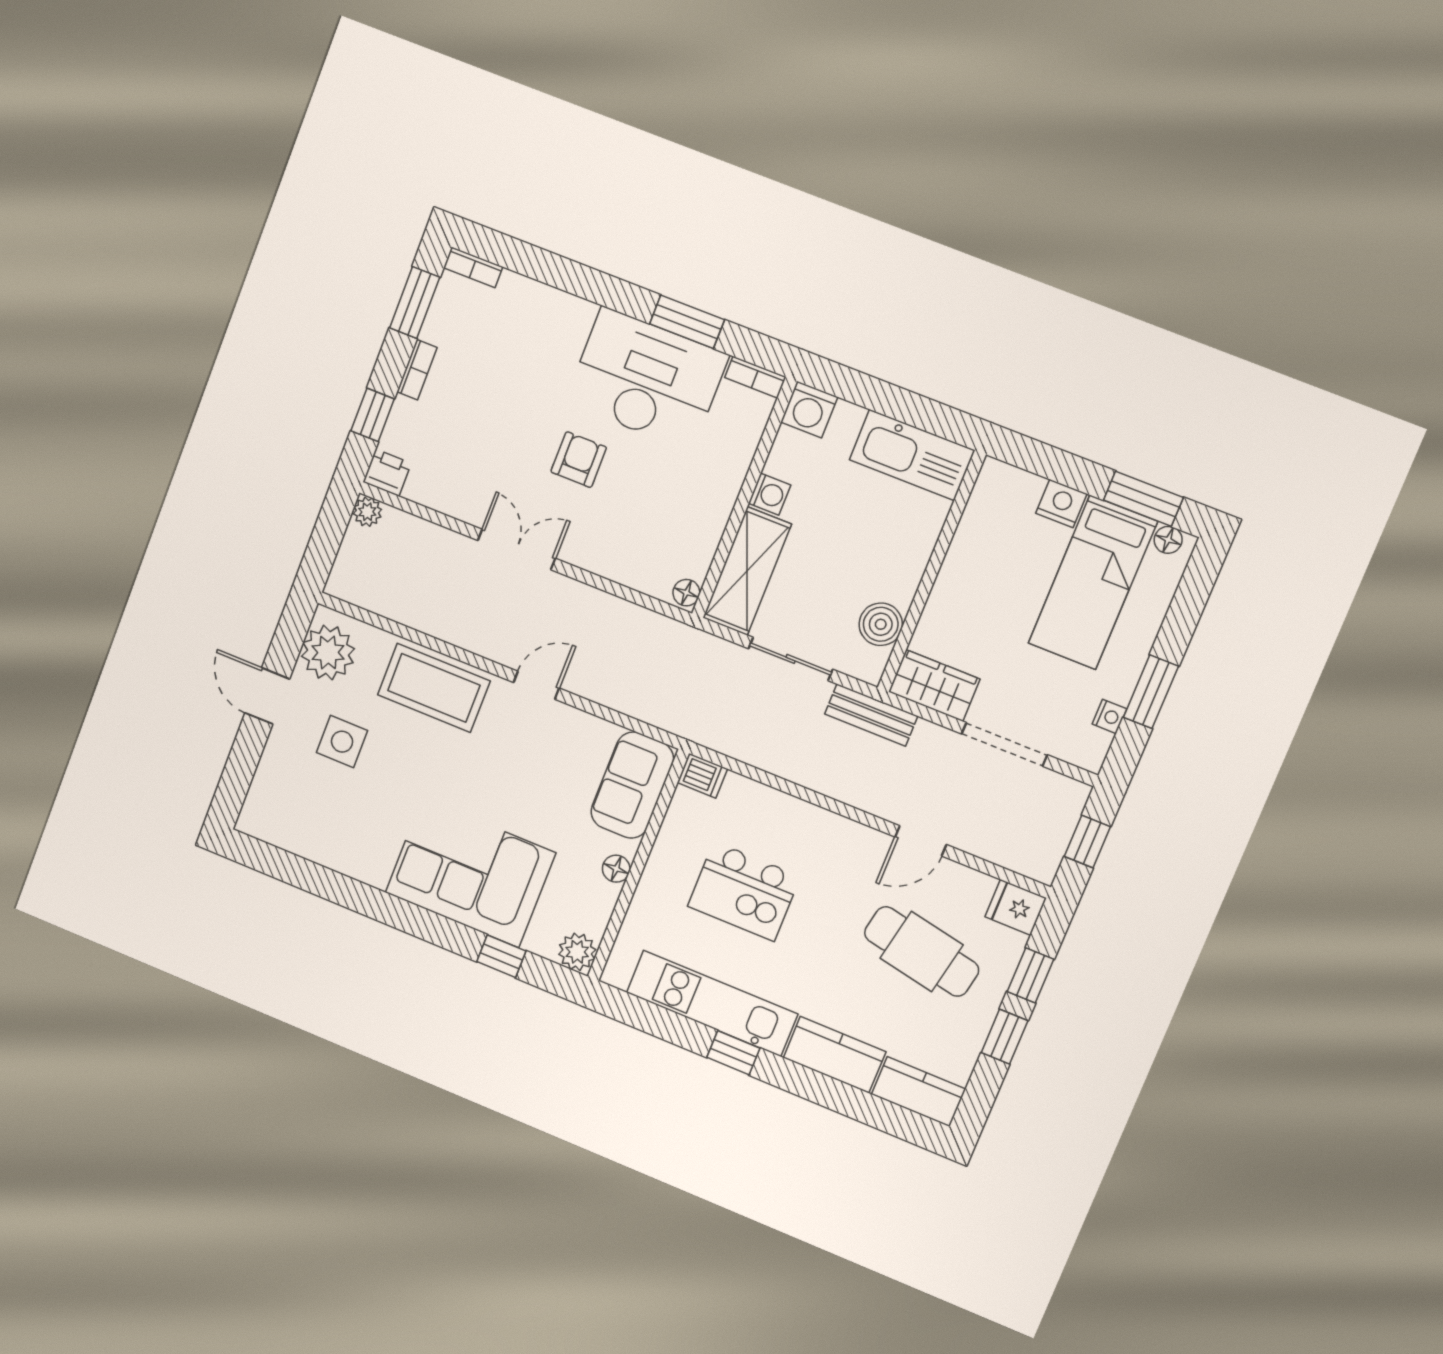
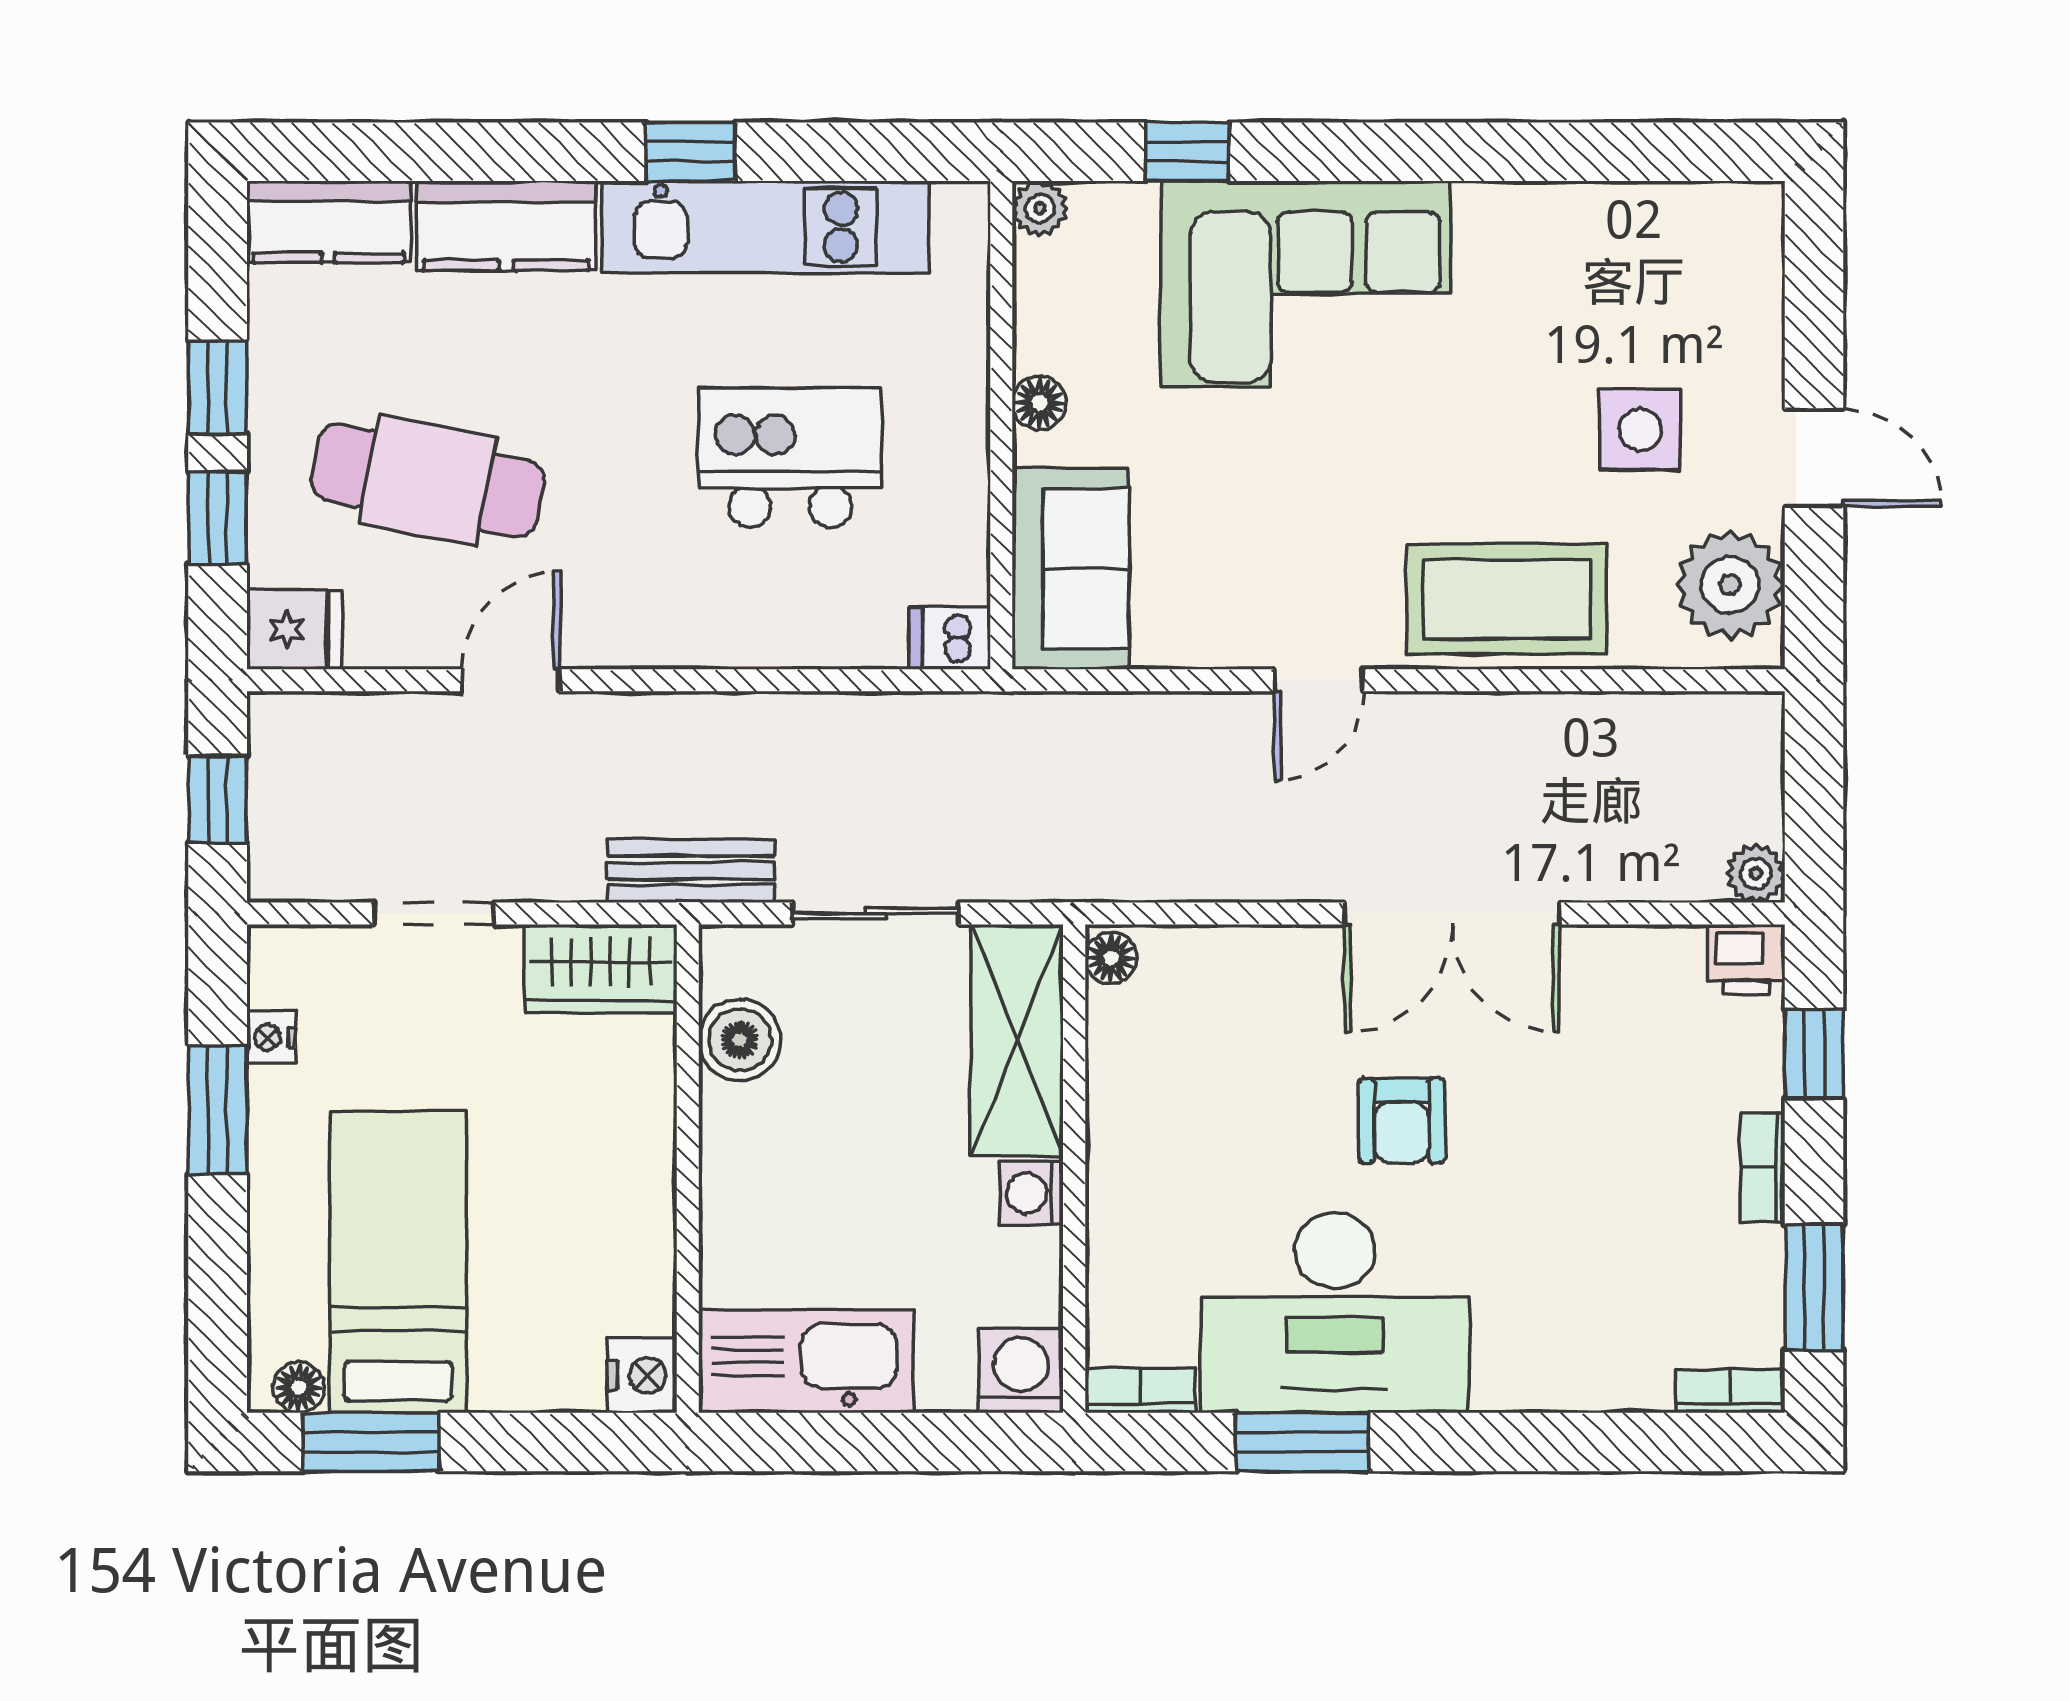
nightstand: (1061, 504) -> (642, 1375), moved, turned -90
double door: (517, 549) -> (1452, 914), width x1.37
doorway: (1004, 744) -> (434, 914), width x0.73
plant: (577, 952) -> (1040, 208), width x0.73, depth x0.73

